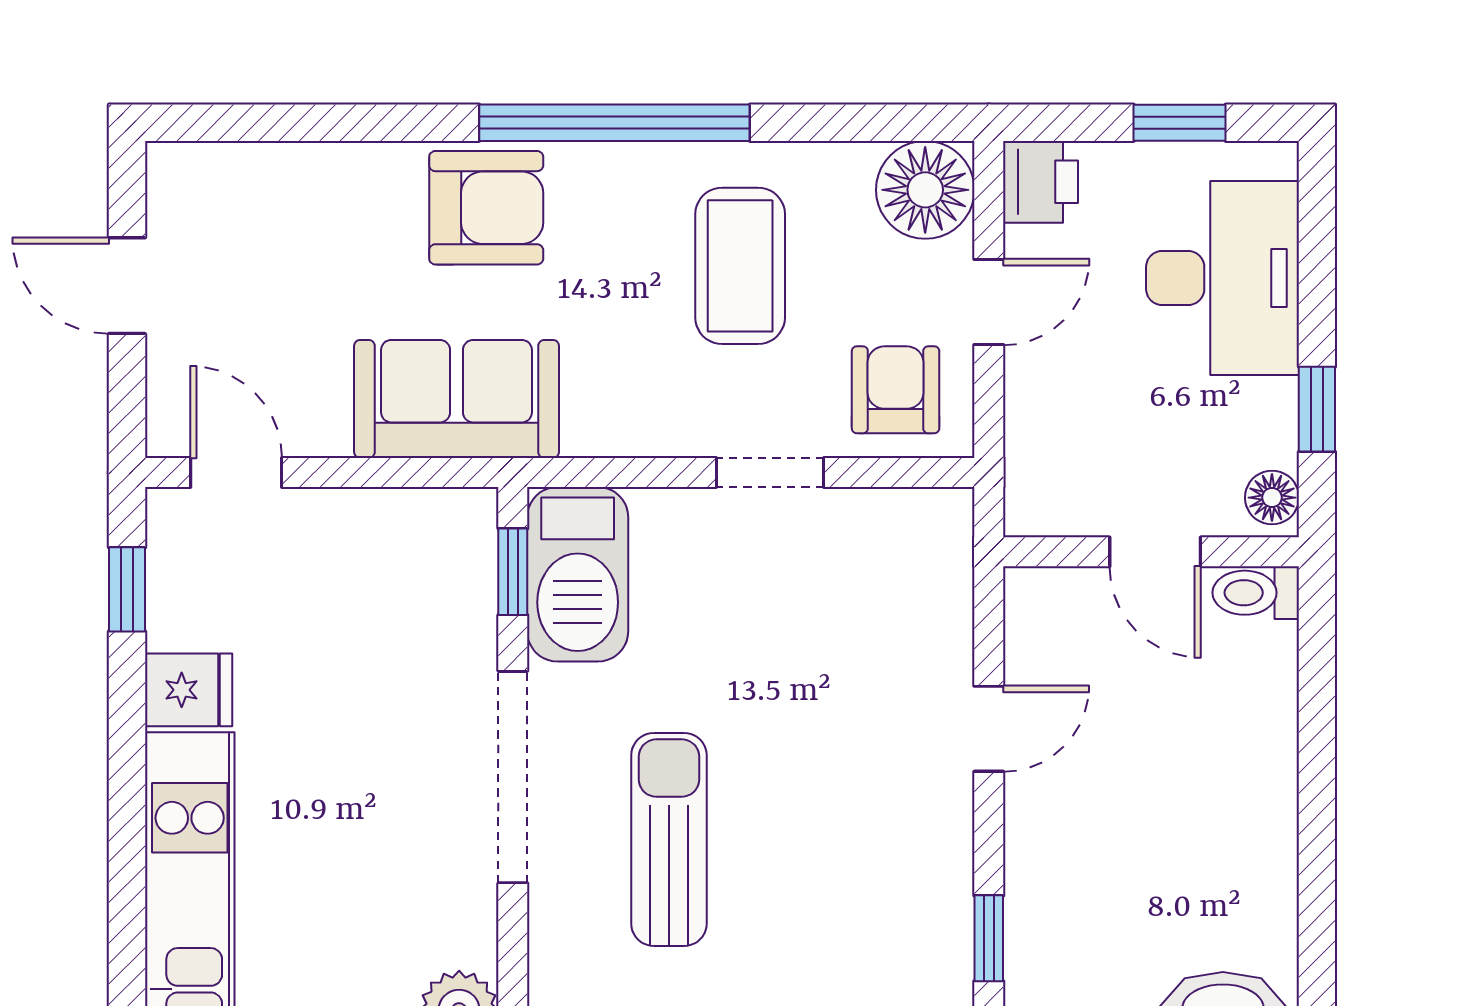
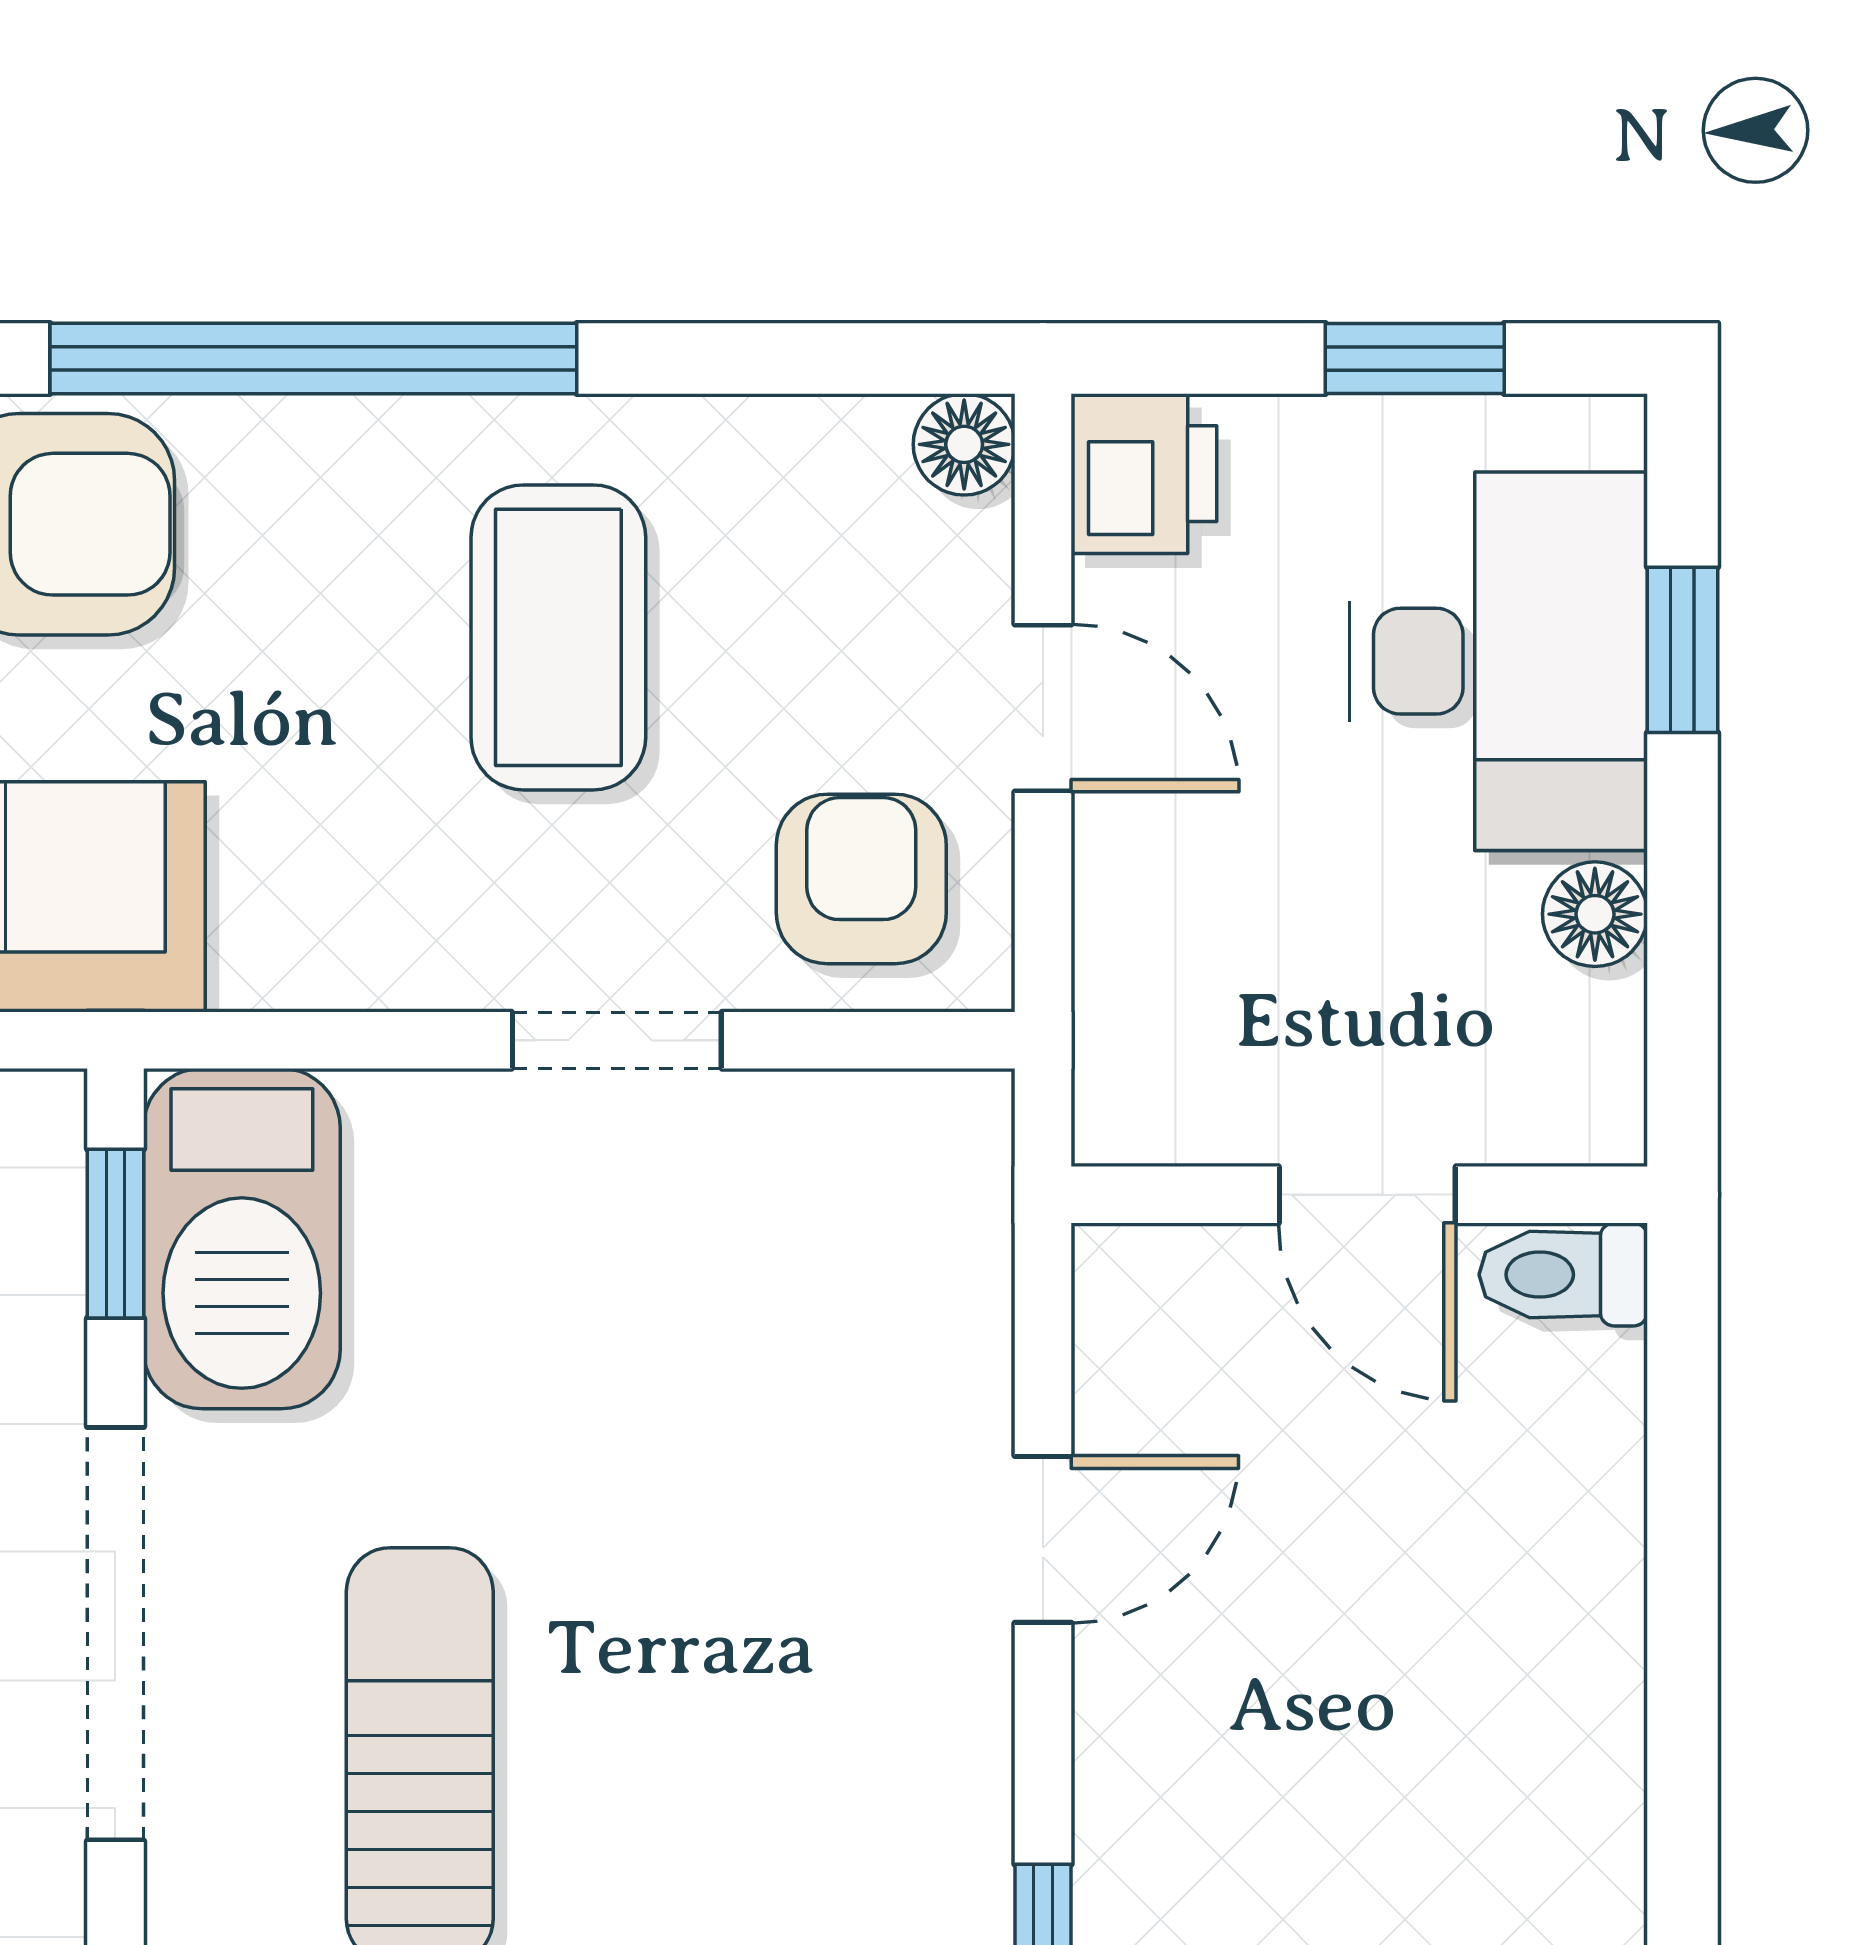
floor lamp: (925, 190) -> (964, 444), width x0.53, depth x0.53
door: (989, 302) -> (1043, 708), hinge flipped
window: (1317, 409) -> (1683, 650), moved
floor lamp: (1272, 498) -> (1595, 914), moved

